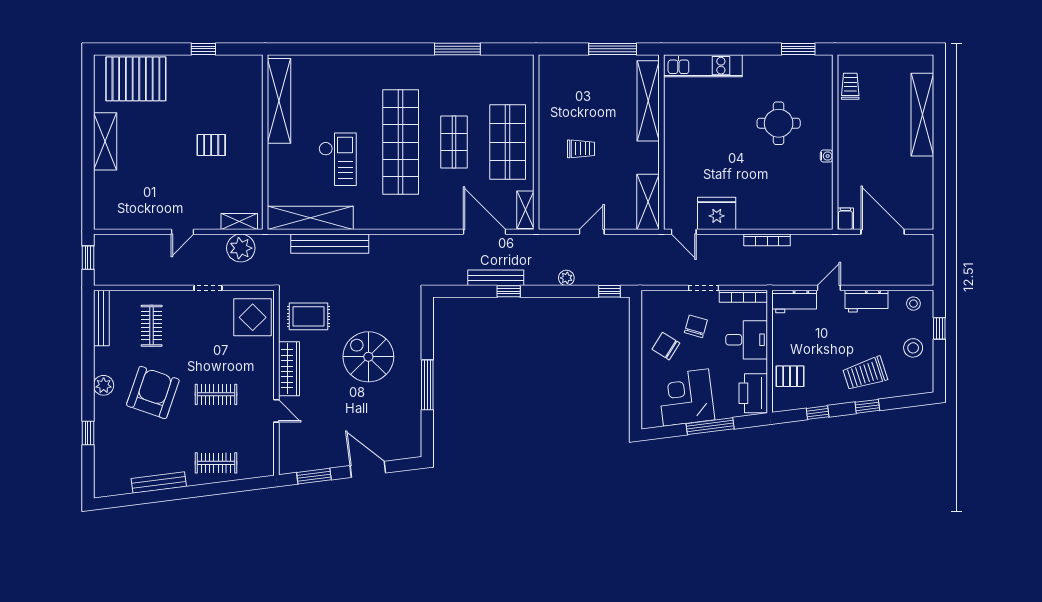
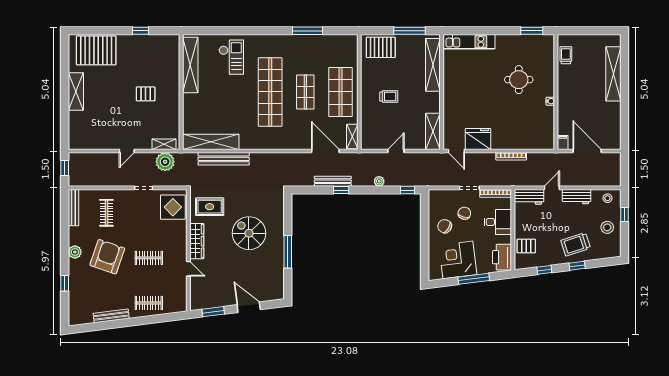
pallet: (569, 74) -> (381, 47), added
checkout: (338, 159) -> (231, 57), moved

